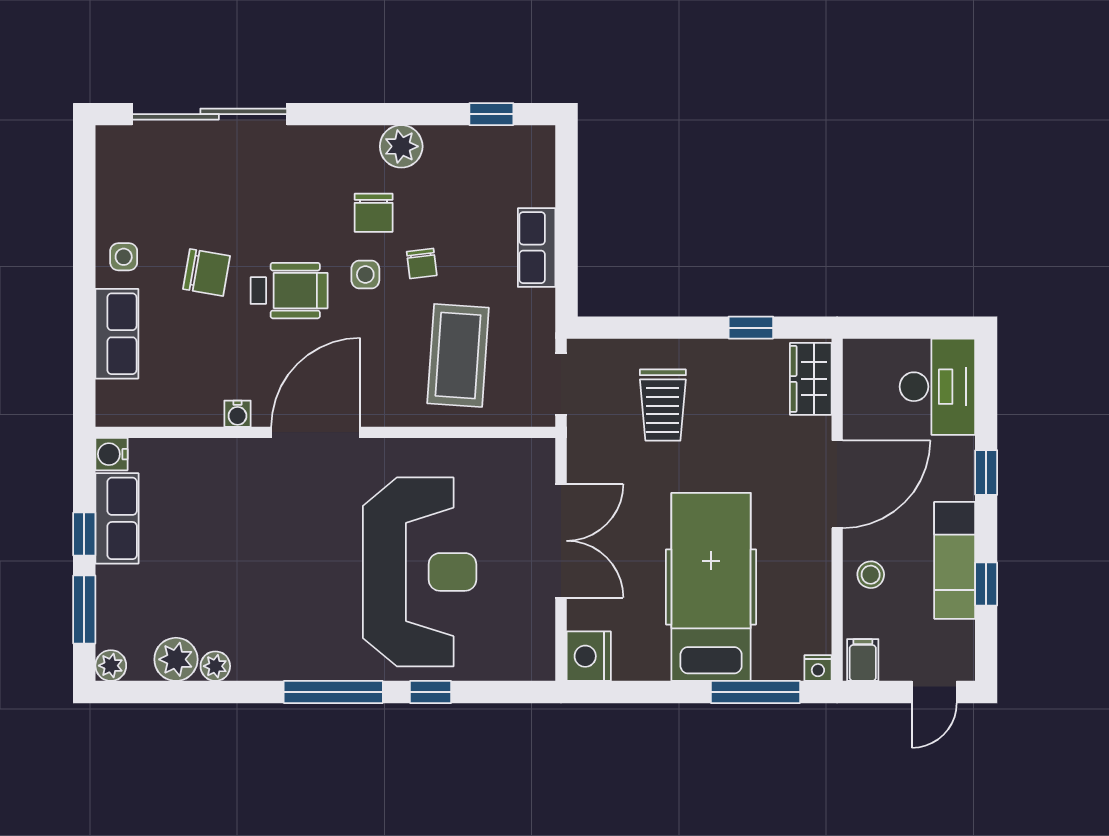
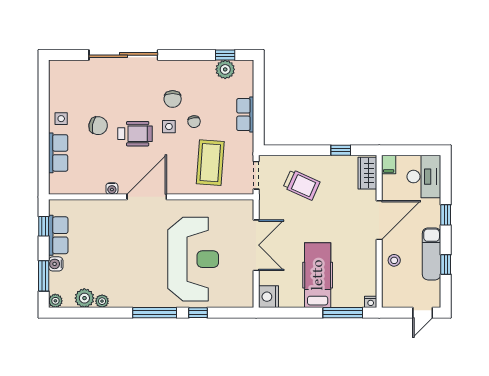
sliding door: (210, 114) -> (123, 55), moved
plant: (401, 146) -> (225, 69), moved
trolley: (663, 405) -> (302, 185), turned -66
water cooler: (111, 454) -> (56, 264), moved
window: (84, 534) -> (44, 226), moved
hospital bed: (711, 587) -> (318, 275), width x0.73, depth x0.78
filing cabinet: (863, 660) -> (389, 164), moved, turned 180

